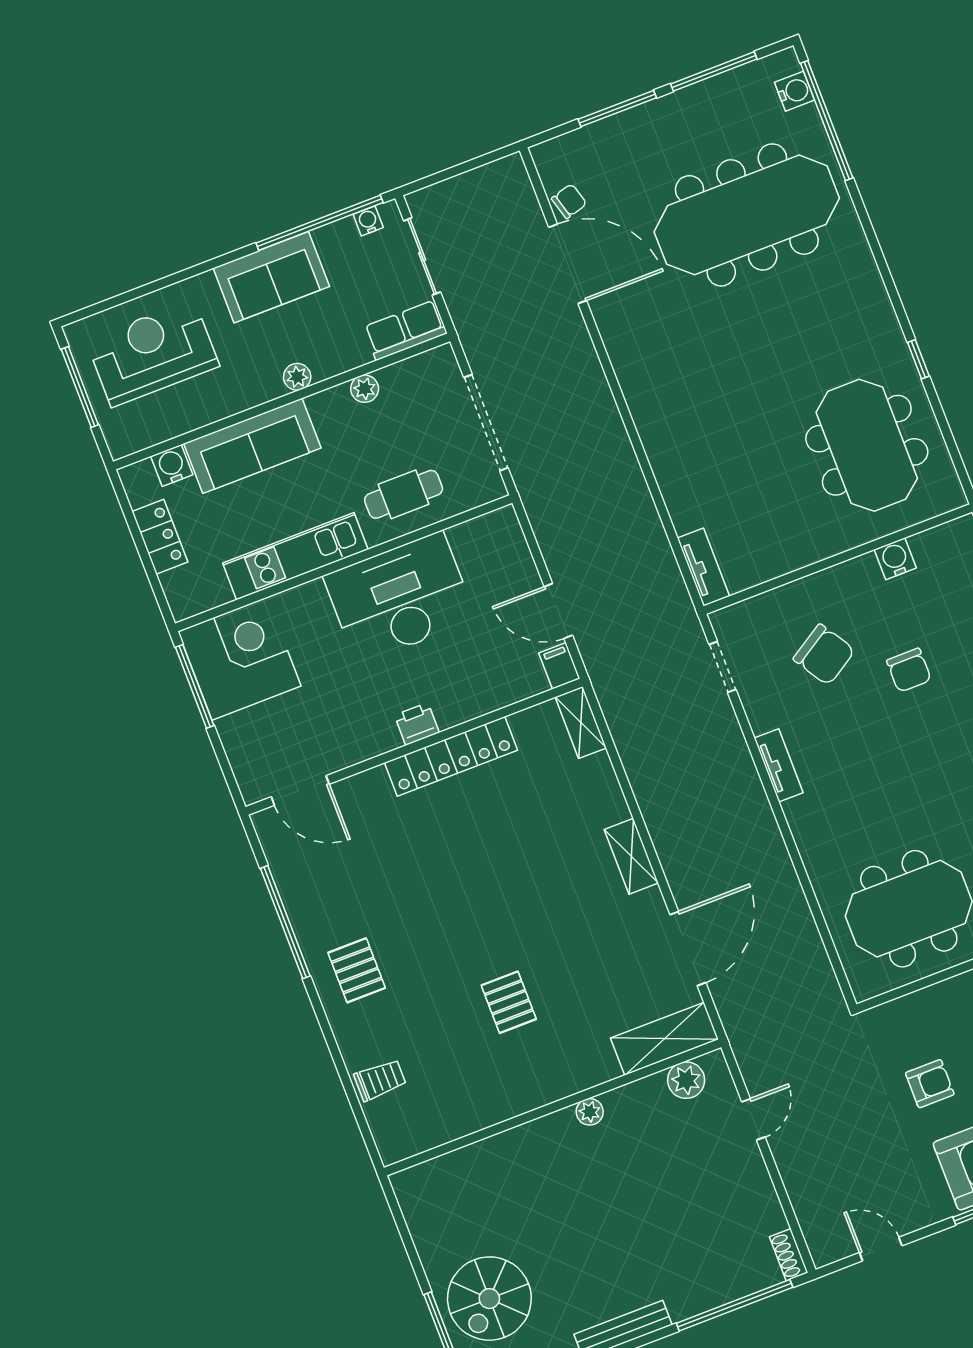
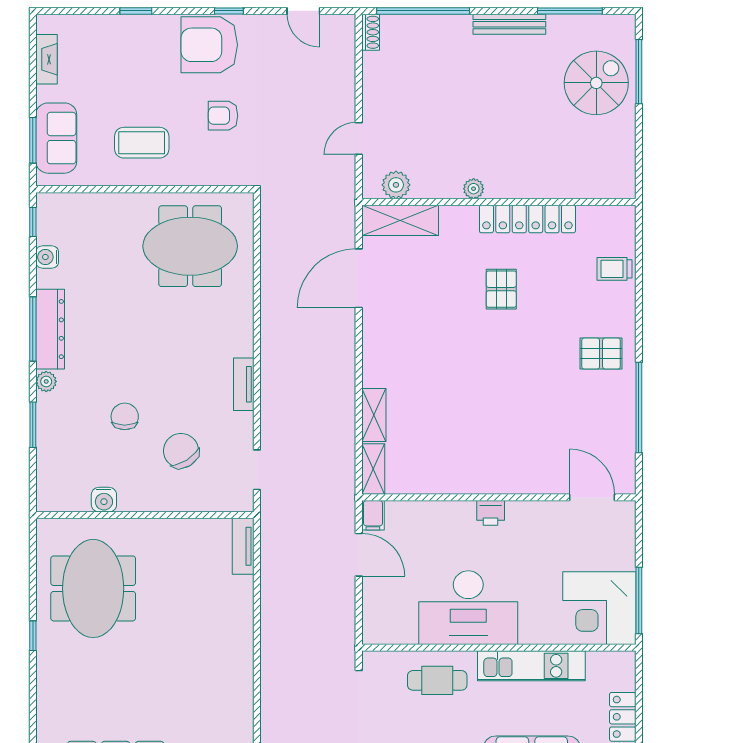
locker: (451, 756) -> (527, 219), moved, turned 180
shelving: (631, 856) -> (374, 415), moved
pallet: (357, 970) -> (601, 354), turned 90

